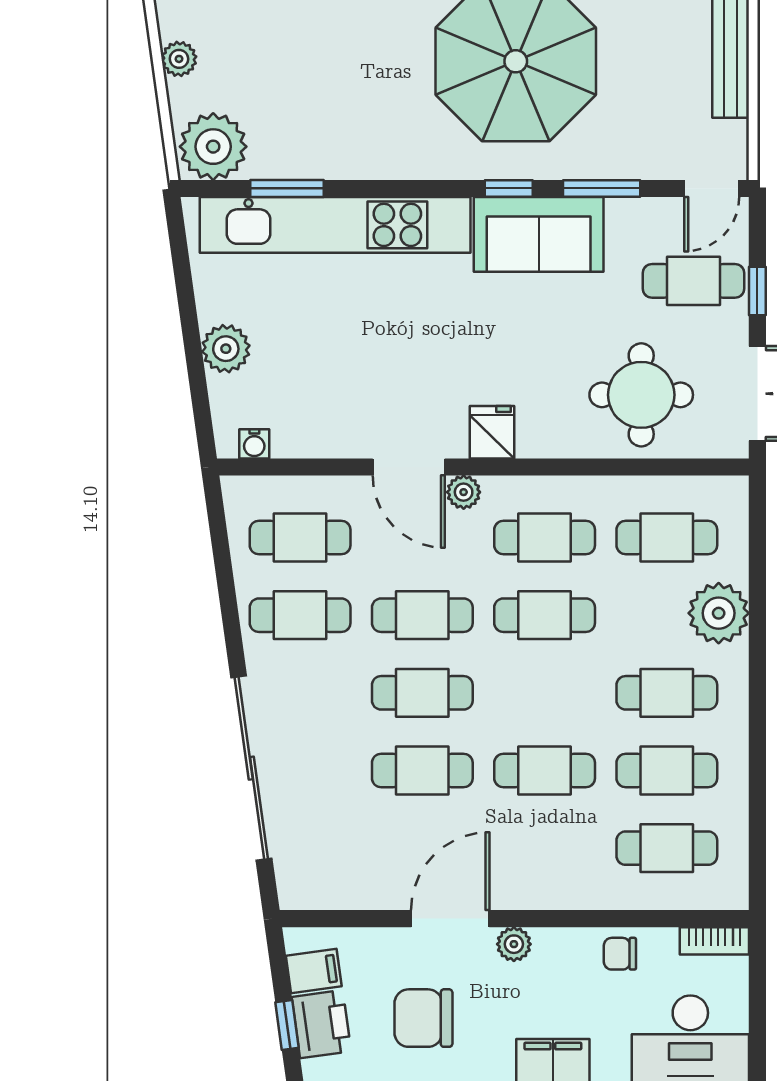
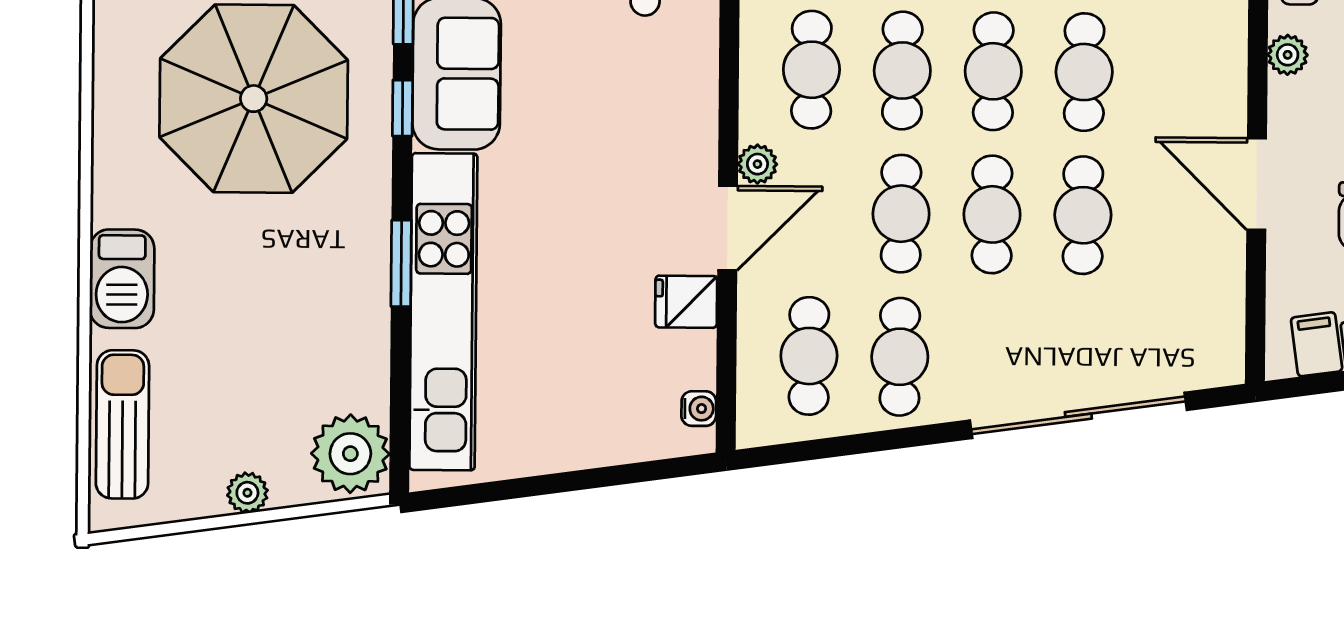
window: (287, 188) -> (401, 263), moved
plant: (226, 349) -> (587, 441), removed
fridge: (492, 432) -> (686, 302), moved
cafe table: (545, 693) -> (993, 71), added
plant: (514, 944) -> (1288, 55), moved

